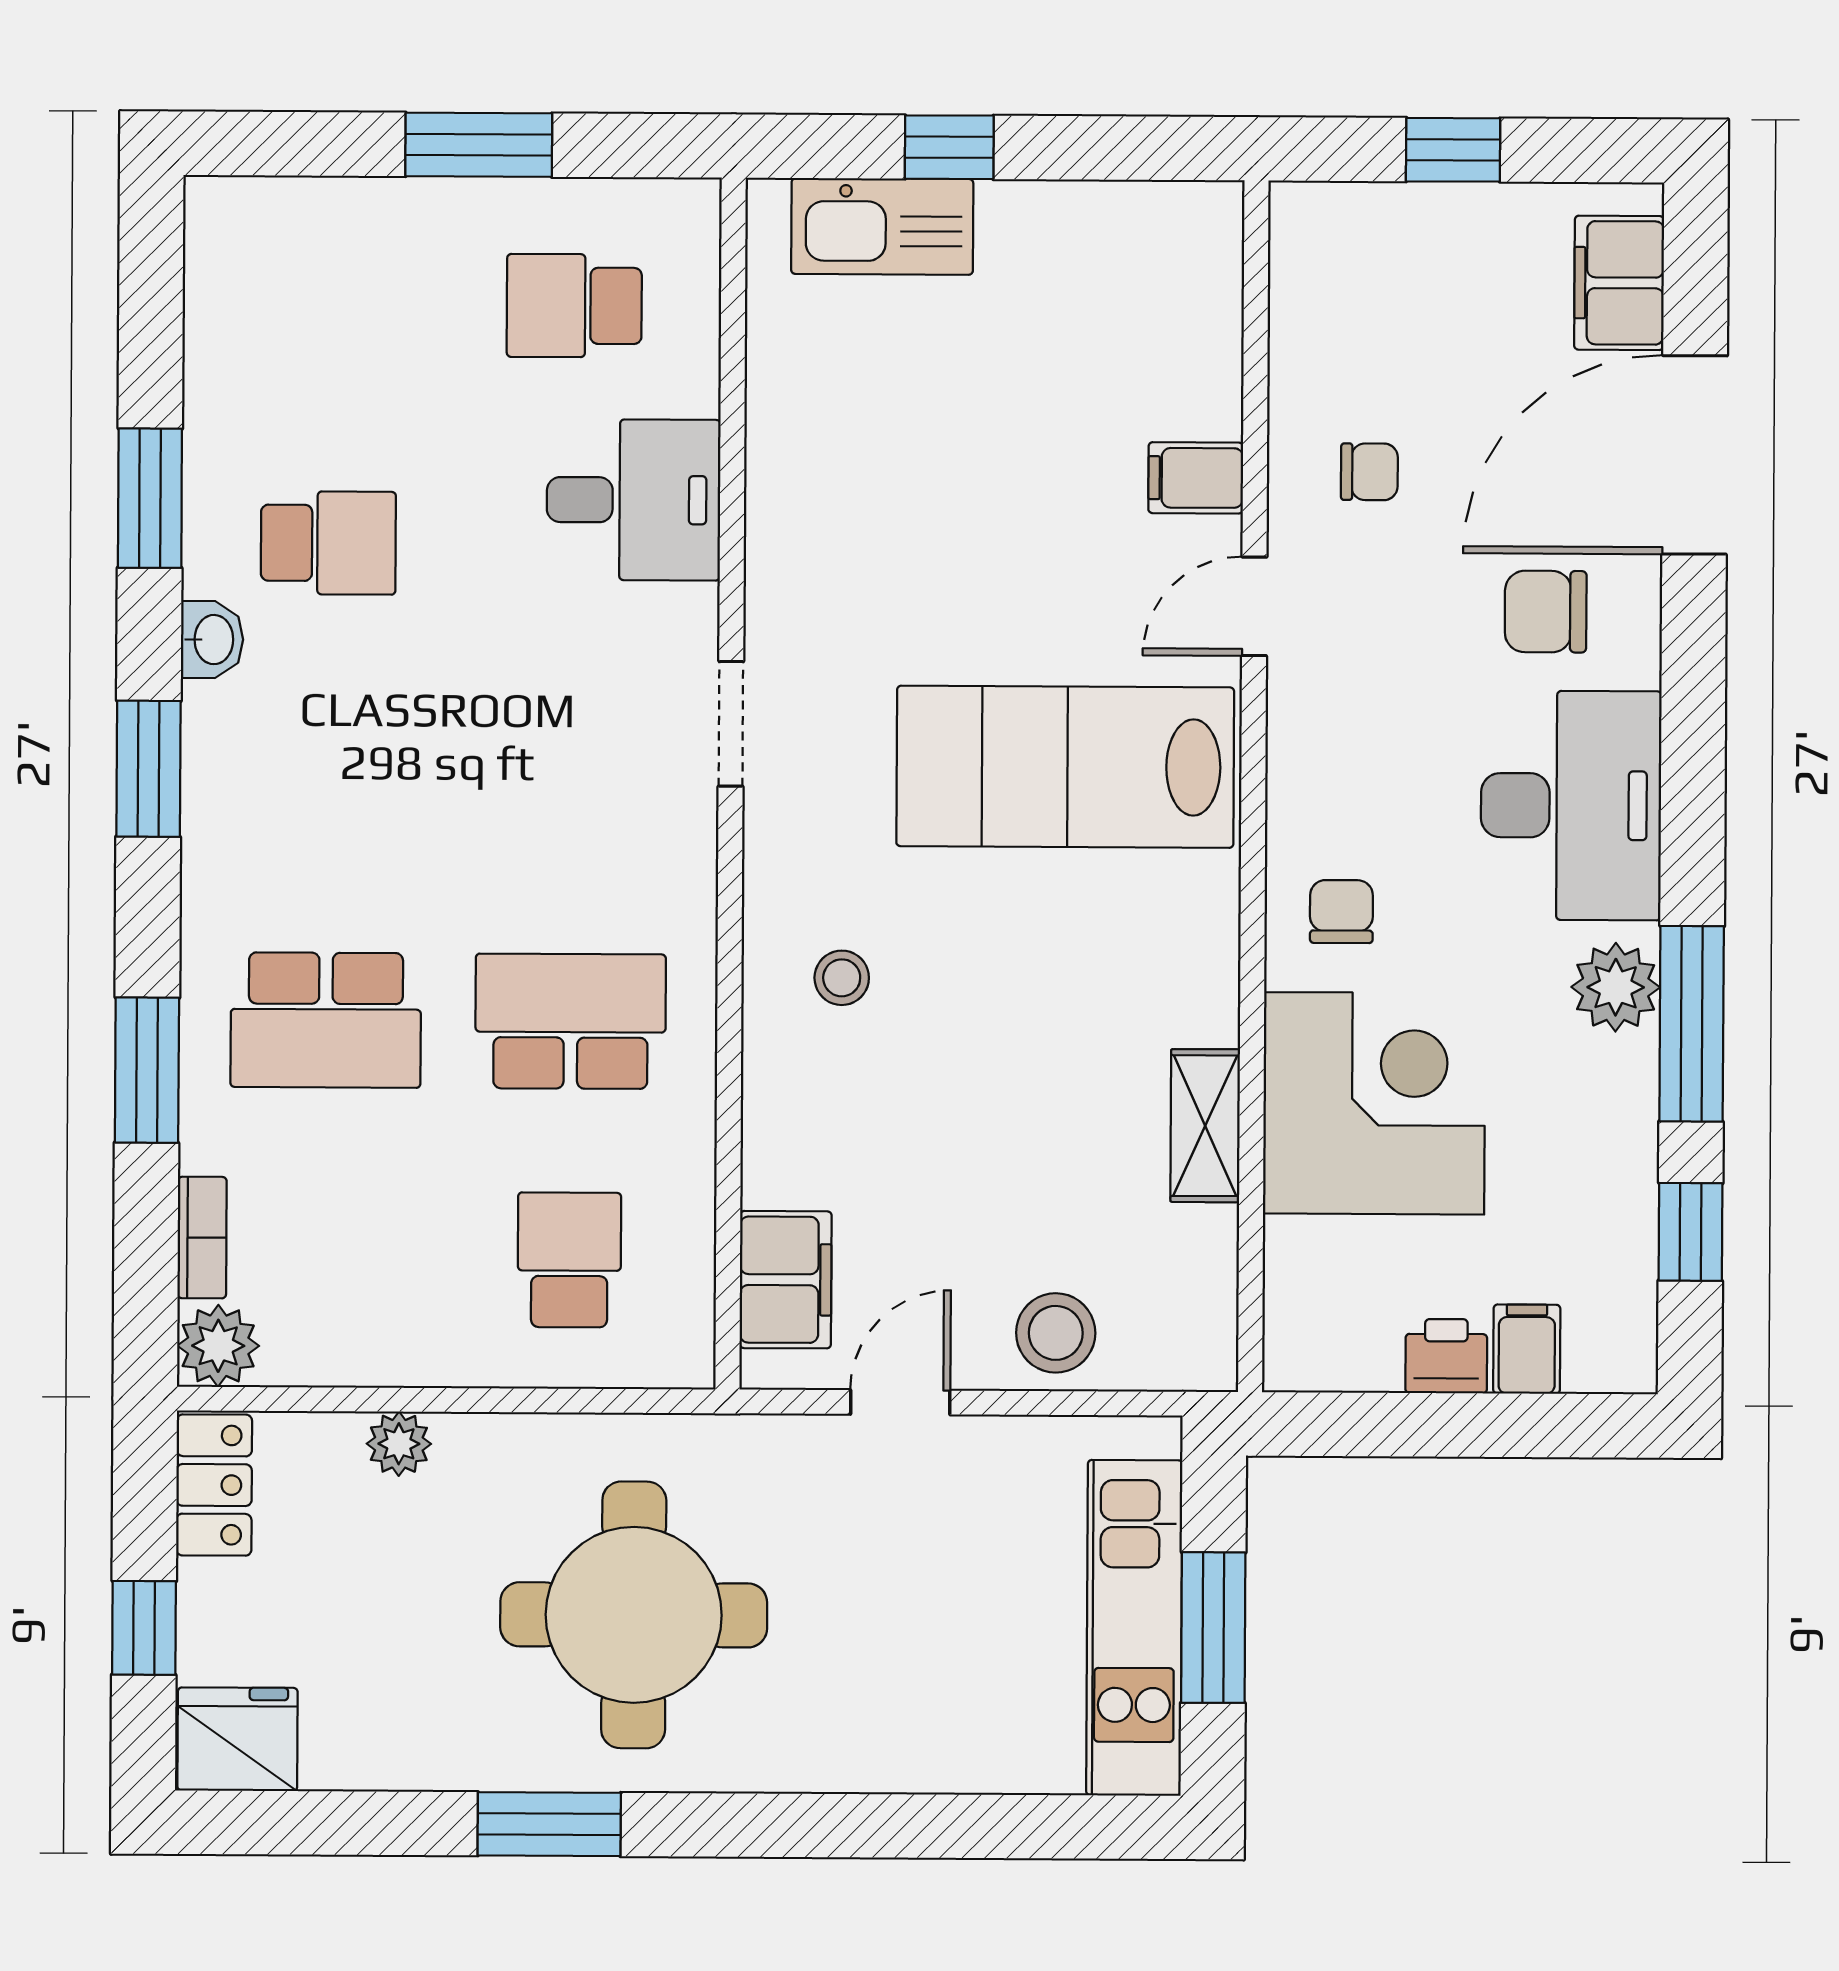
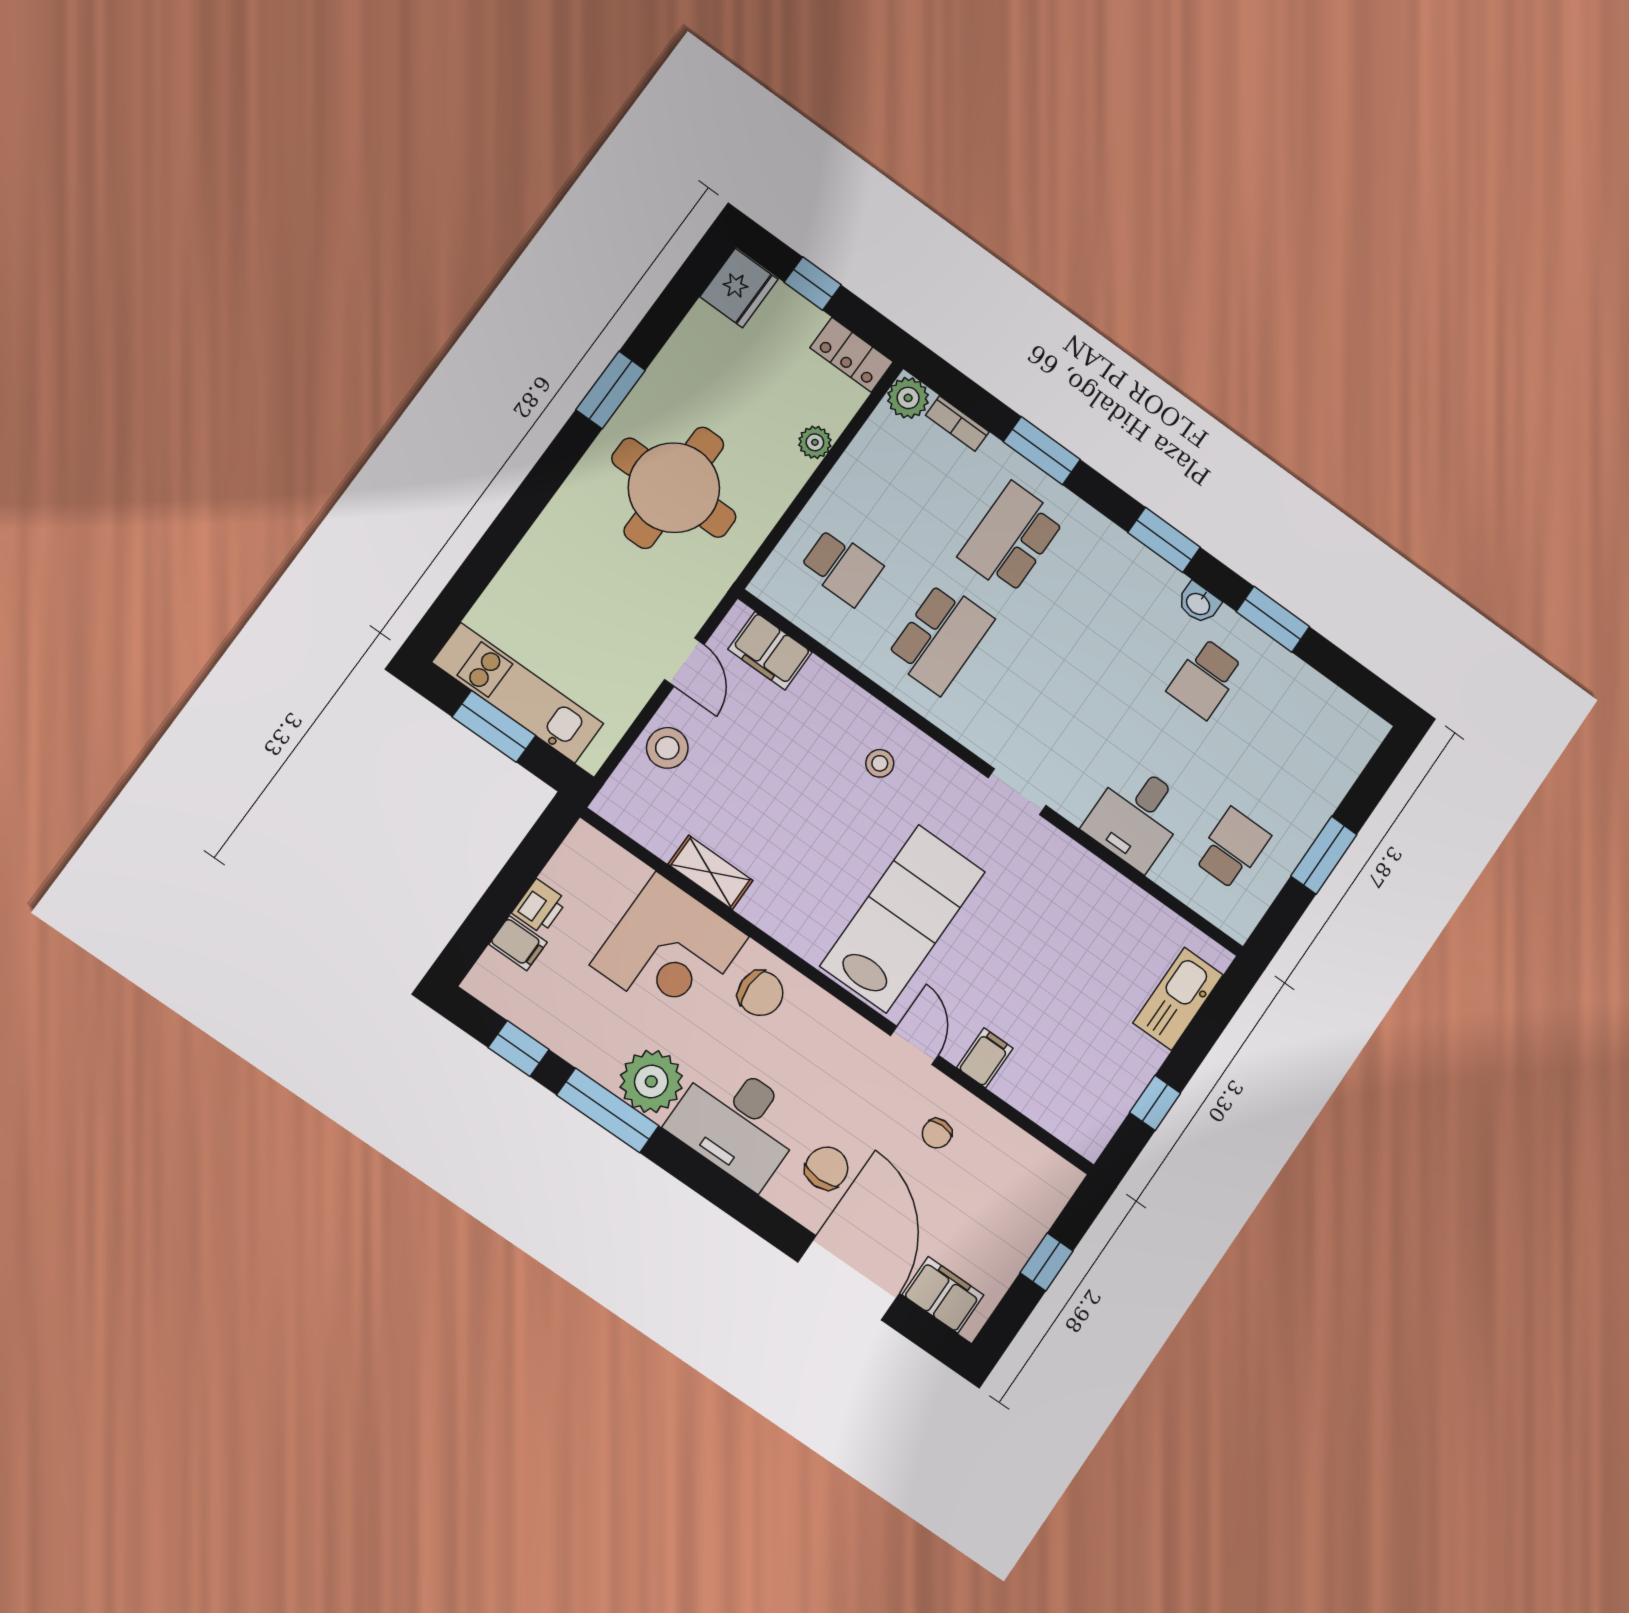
window: (949, 147) -> (1155, 1103), moved
chair: (1341, 912) -> (760, 993), width x1.37, depth x1.37
plant: (1616, 987) -> (651, 1081), width x1.36, depth x1.36

